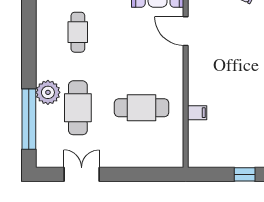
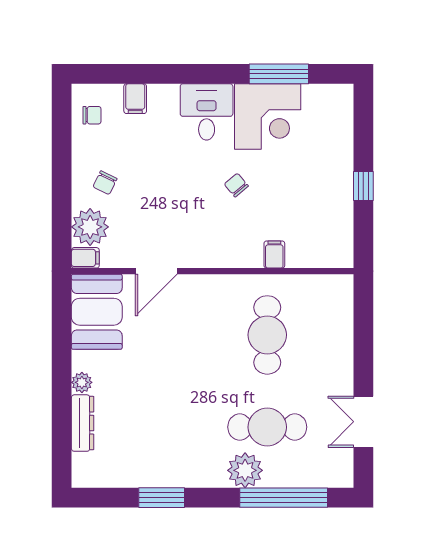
cafe table: (78, 32) -> (158, 427), removed
window: (29, 35) -> (162, 498), added
chair: (245, 86) -> (236, 185), added

